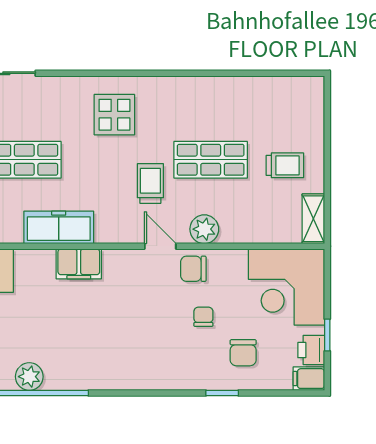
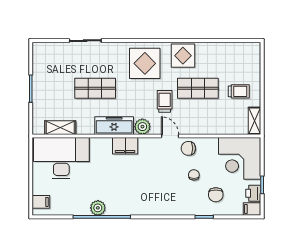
display table: (184, 101) -> (183, 56), added
display table: (114, 115) -> (145, 63), width x1.36, depth x1.36
plant: (204, 229) -> (142, 127), moved

